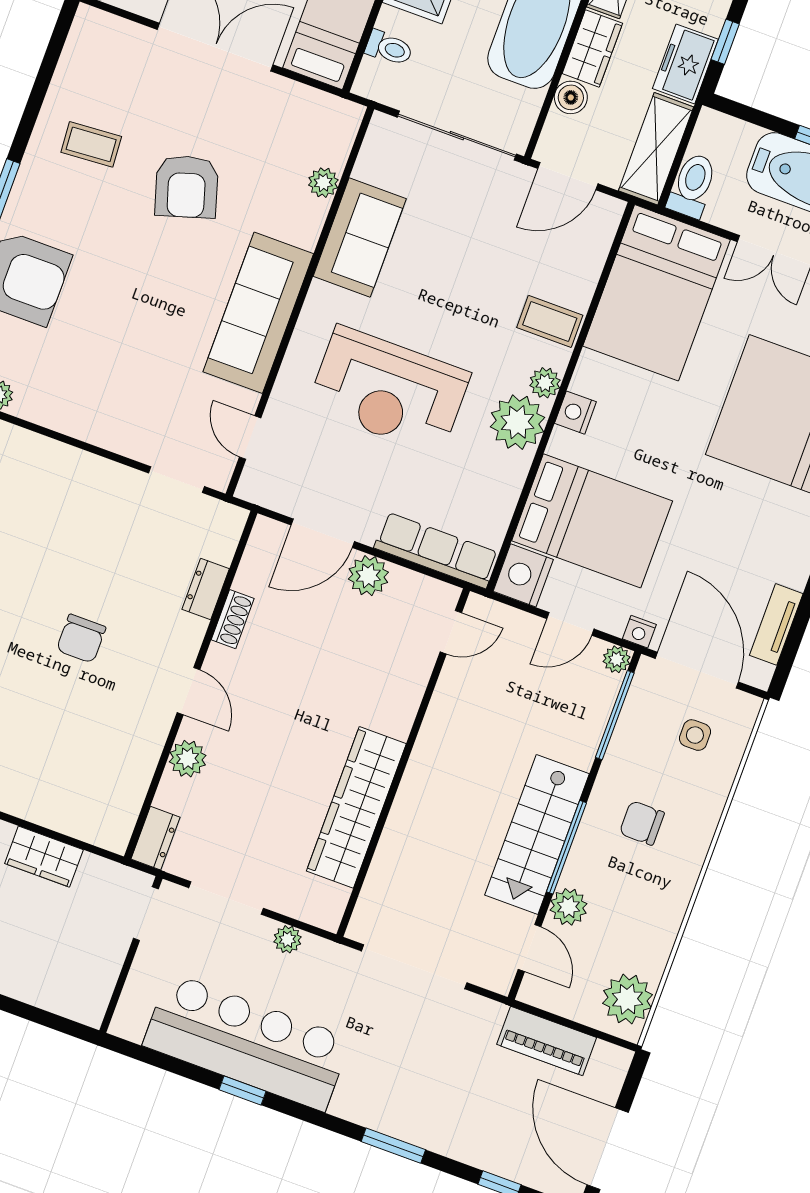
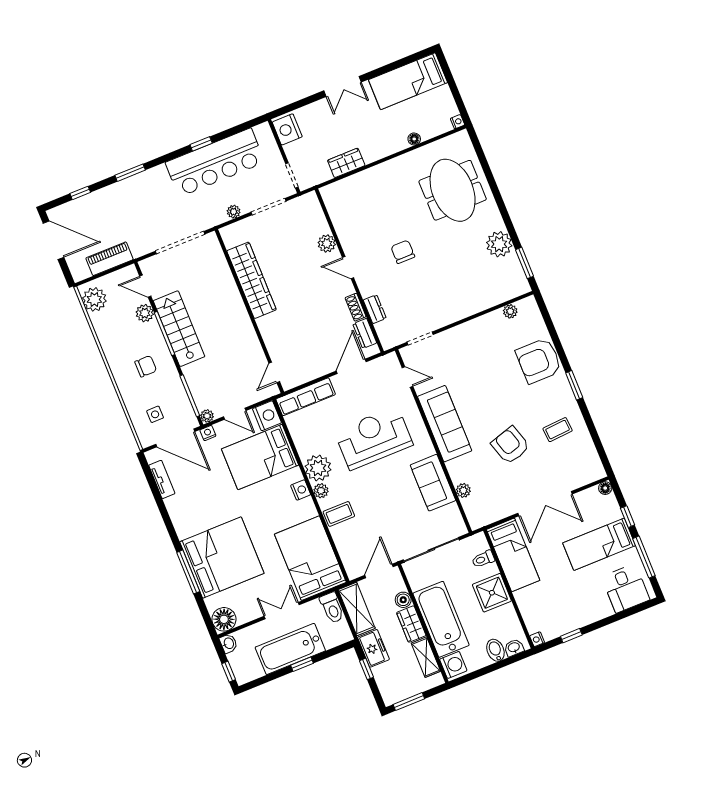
plant: (368, 576) -> (322, 366), removed
door: (570, 624) -> (235, 414), swing flipped
dresser: (155, 838) -> (365, 333), moved
nightstand: (88, 992) -> (287, 129), added

